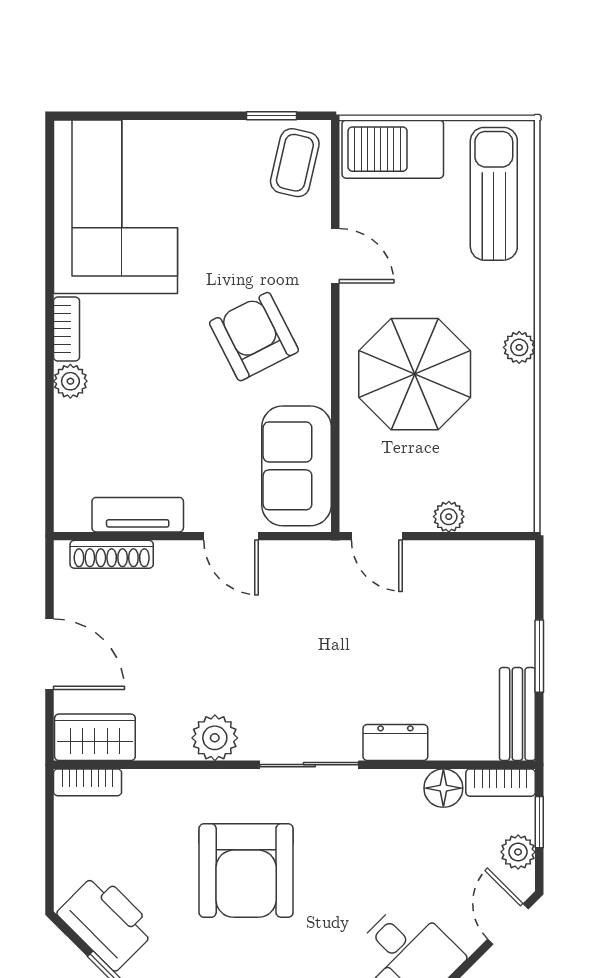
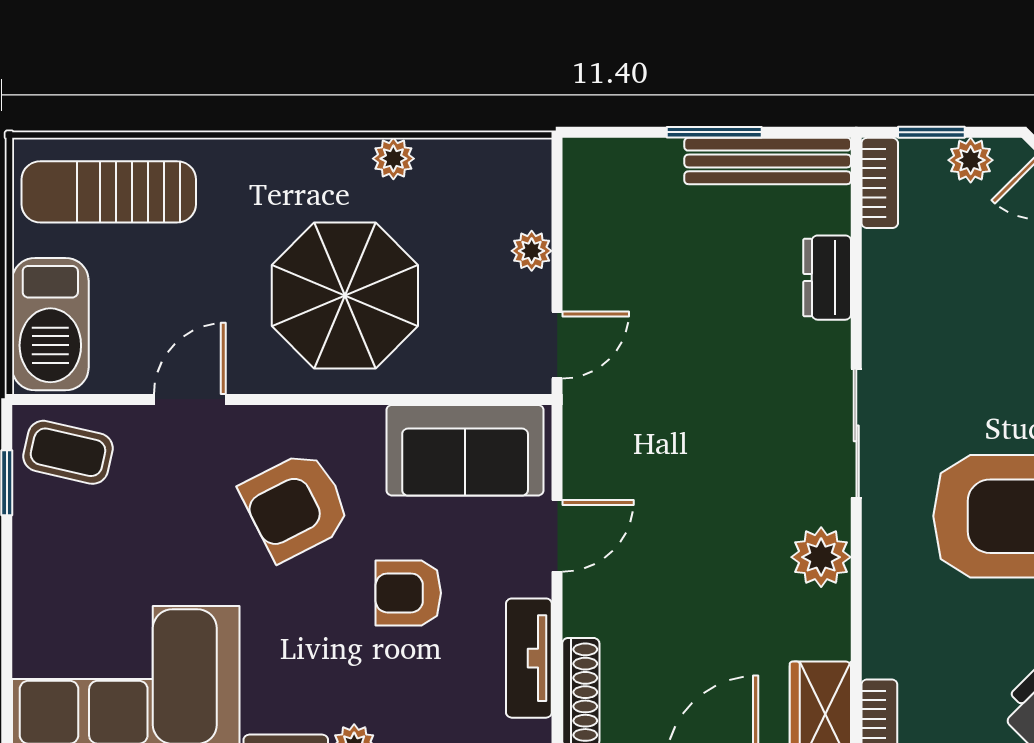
plant: (519, 347) -> (393, 159), moved
armchair: (187, 423) -> (408, 593), added
bench: (517, 714) -> (768, 161), width x1.36
dresser: (395, 742) -> (827, 278), moved
floor lamp: (443, 788) -> (887, 258), removed

